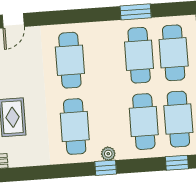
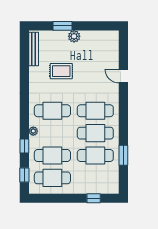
cafe table: (174, 53) -> (95, 133), moved
window: (106, 168) -> (24, 146), moved

